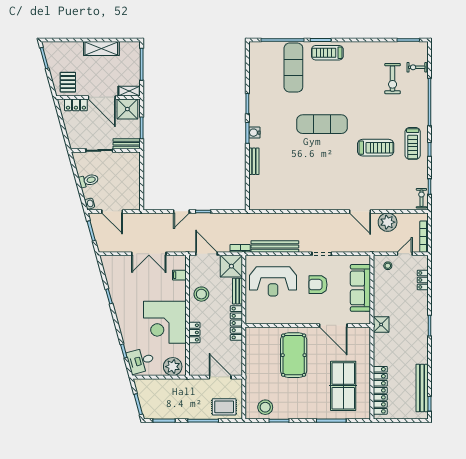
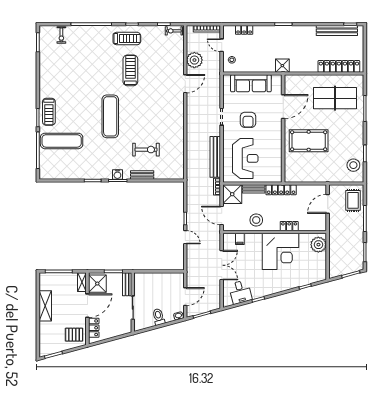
exercise bike: (393, 79) -> (146, 150), moved
door: (207, 254) -> (222, 216), hinge flipped
desk: (141, 361) -> (240, 292), moved

